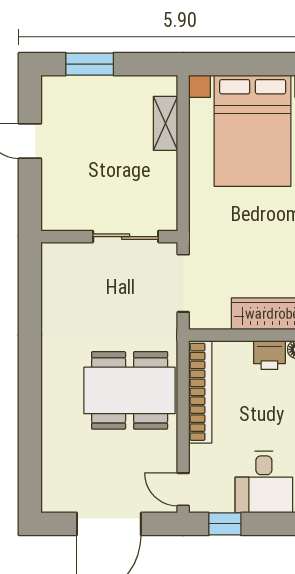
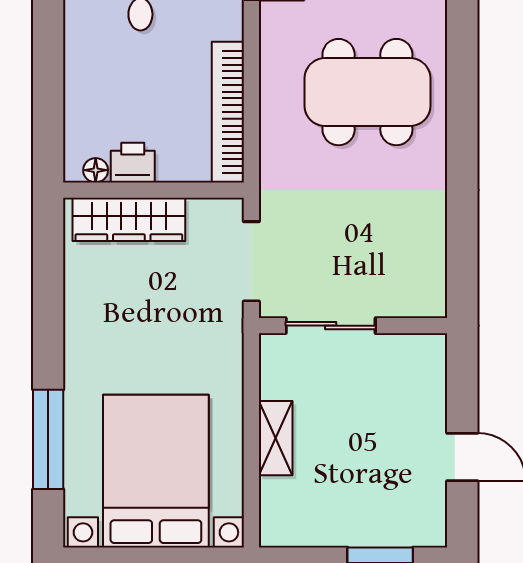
shelving: (166, 123) -> (276, 438), moved
dining table: (130, 390) -> (367, 92), moved

